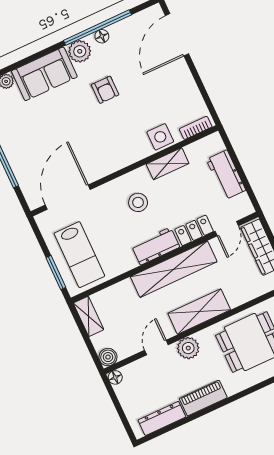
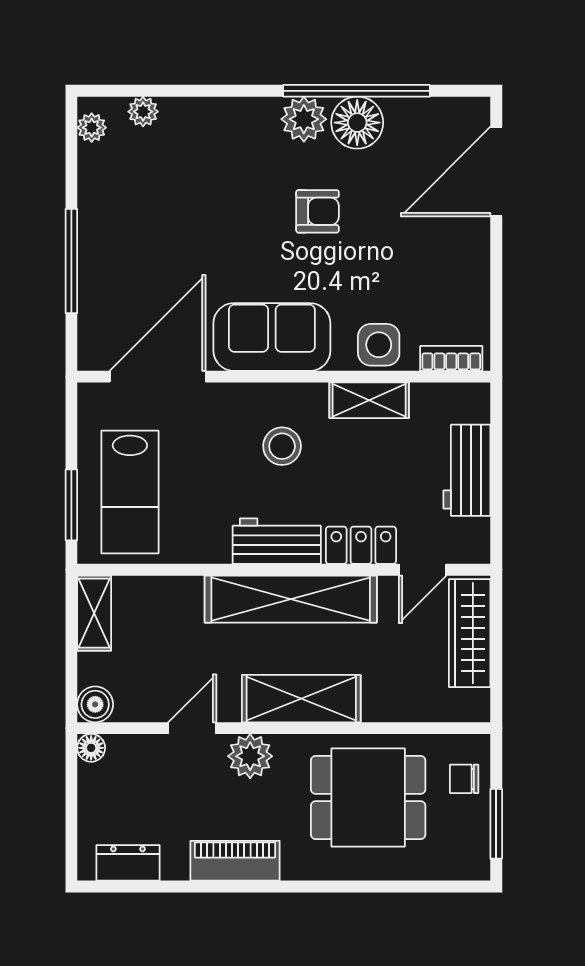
floor lamp: (102, 36) -> (357, 123), width x1.89, depth x1.89
sofa: (44, 74) -> (272, 337), moved, turned 180
armchair: (105, 90) -> (317, 211), turned -90
dresser: (162, 418) -> (128, 863), width x0.70

